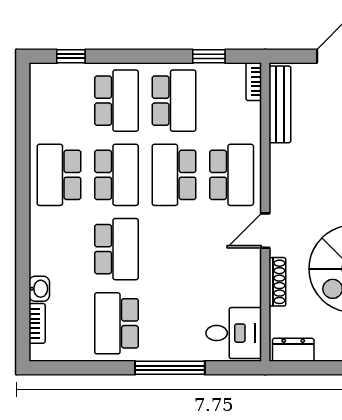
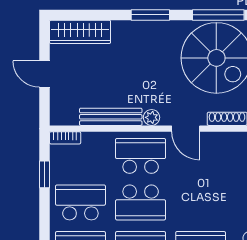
bench: (280, 104) -> (111, 117), moved
plant: (279, 188) -> (152, 117), added

